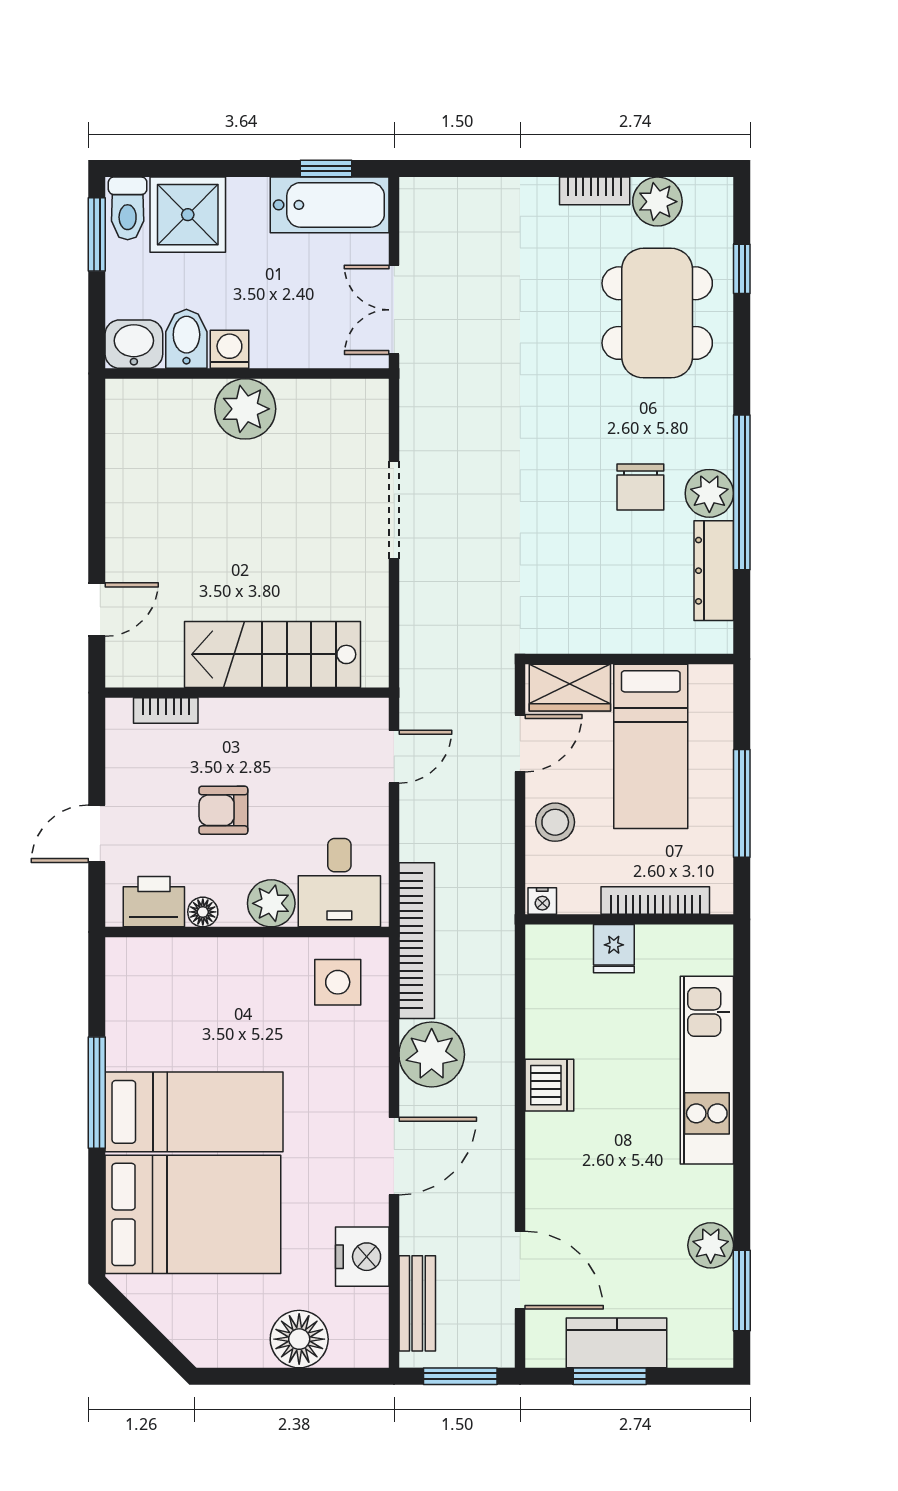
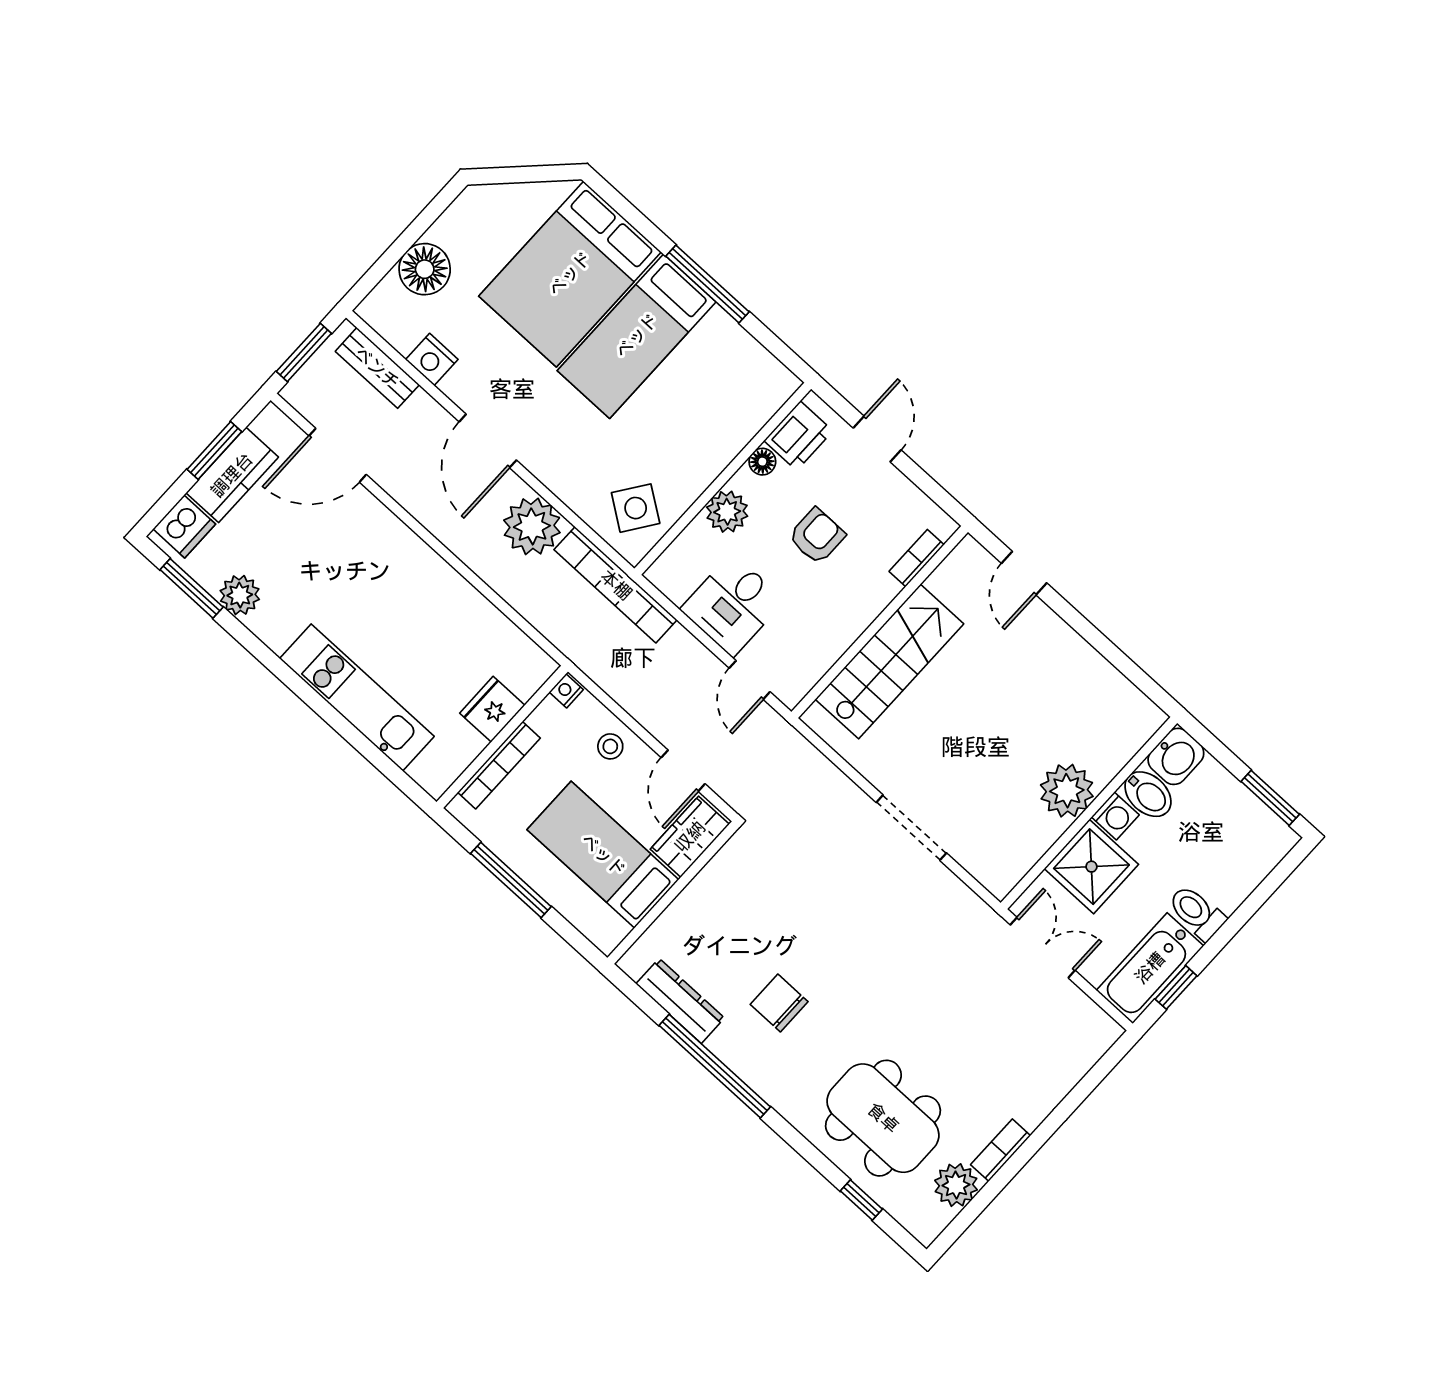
toilet: (128, 208) -> (1197, 912), moved
shower: (188, 215) -> (1091, 867), moved
plant: (709, 493) -> (734, 1044), removed
stool: (555, 822) -> (610, 746), width x0.73, depth x0.73
desk: (339, 883) -> (732, 605), moved, turned -90
fridge: (614, 949) -> (492, 709), width x1.38
side table: (338, 982) -> (636, 508), turned 35
dishwasher: (549, 1085) -> (184, 527), moved, turned -90
nightstand: (362, 1257) -> (432, 359), width x0.74, depth x0.75

